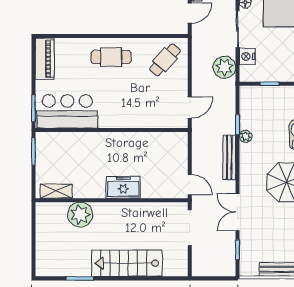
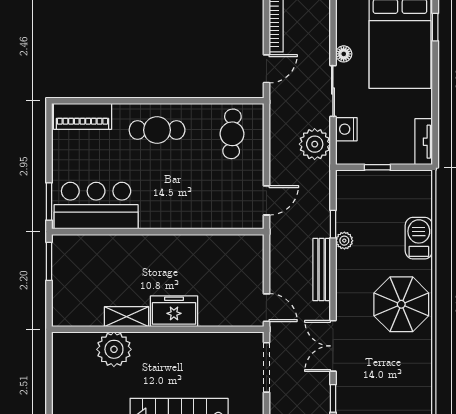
piano: (45, 59) -> (82, 116), moved, turned 90
cafe table: (165, 60) -> (232, 134), turned -39
shelving: (56, 191) -> (127, 317), moved

